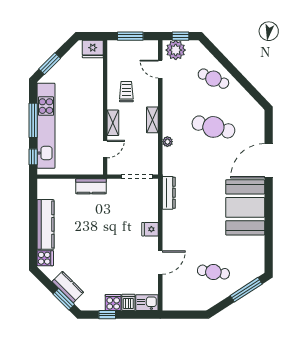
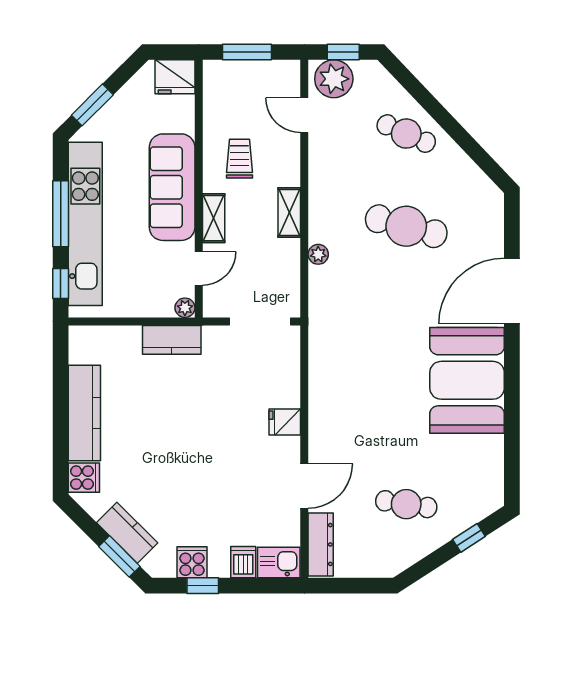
sofa: (91, 107) -> (172, 187), added
plant: (98, 170) -> (185, 308), added
dresser: (169, 193) -> (321, 545), moved
window: (246, 290) -> (469, 538), width x0.46
cooker: (113, 302) -> (192, 562), moved

